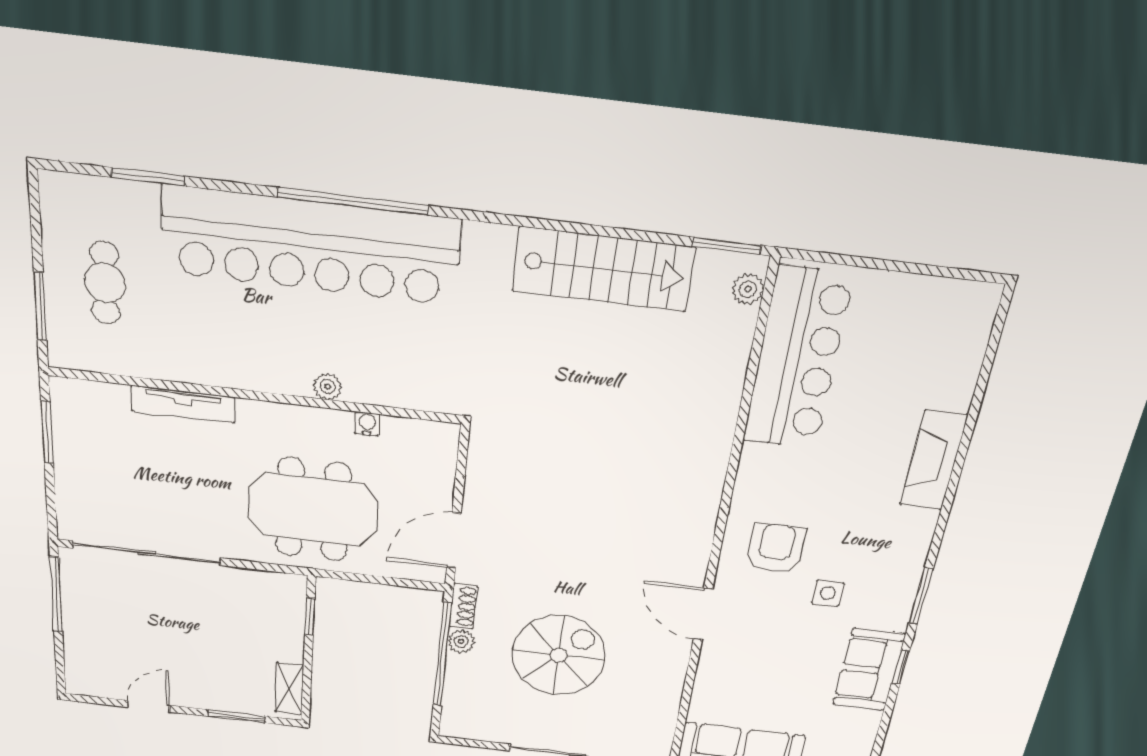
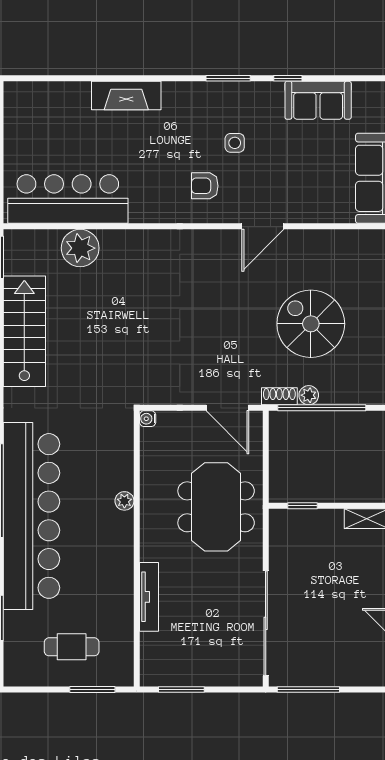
plant: (748, 289) -> (80, 248), moved, width x1.87, depth x1.87
water cooler: (367, 424) -> (148, 419), moved
armchair: (776, 549) -> (205, 186), width x0.72, depth x0.72
sofa: (869, 669) -> (318, 100), moved

